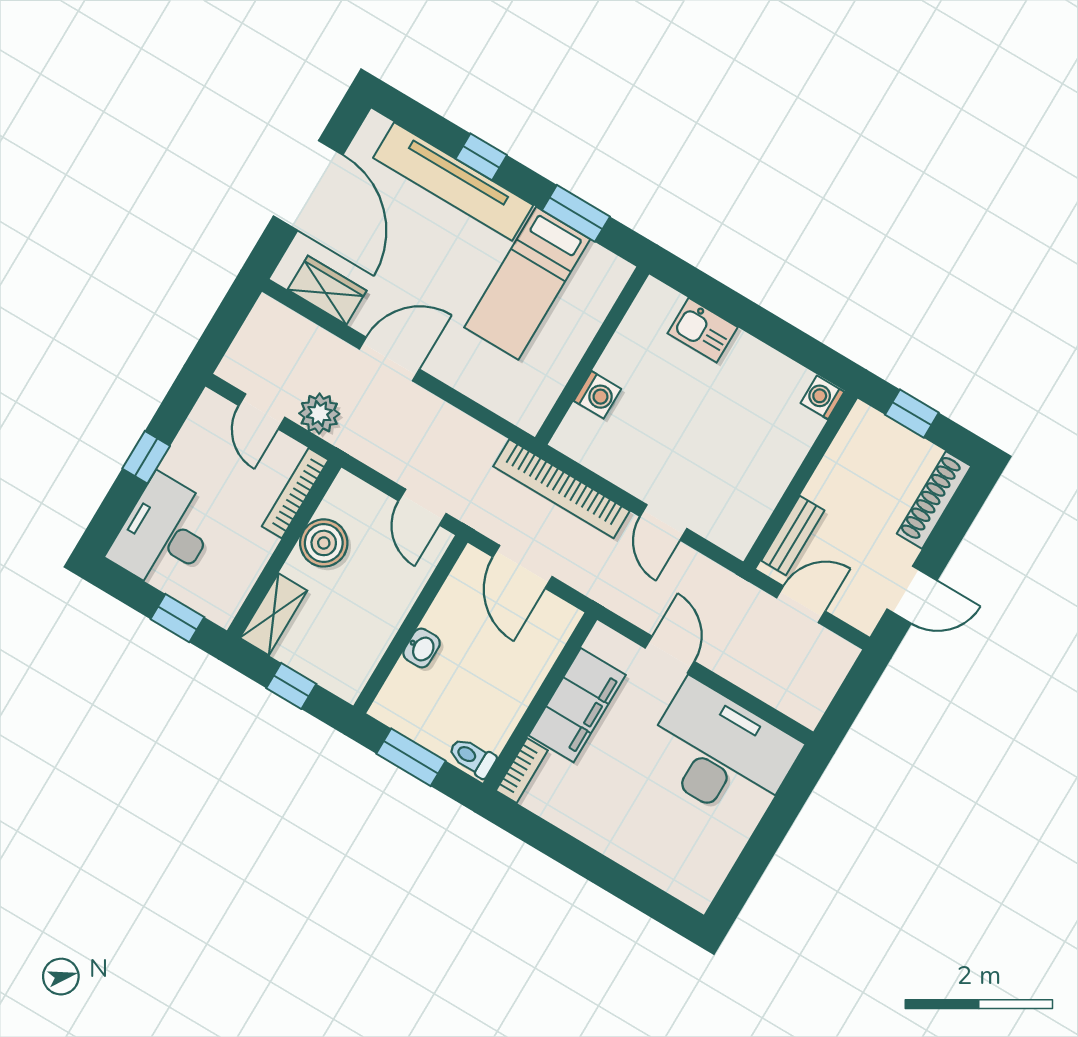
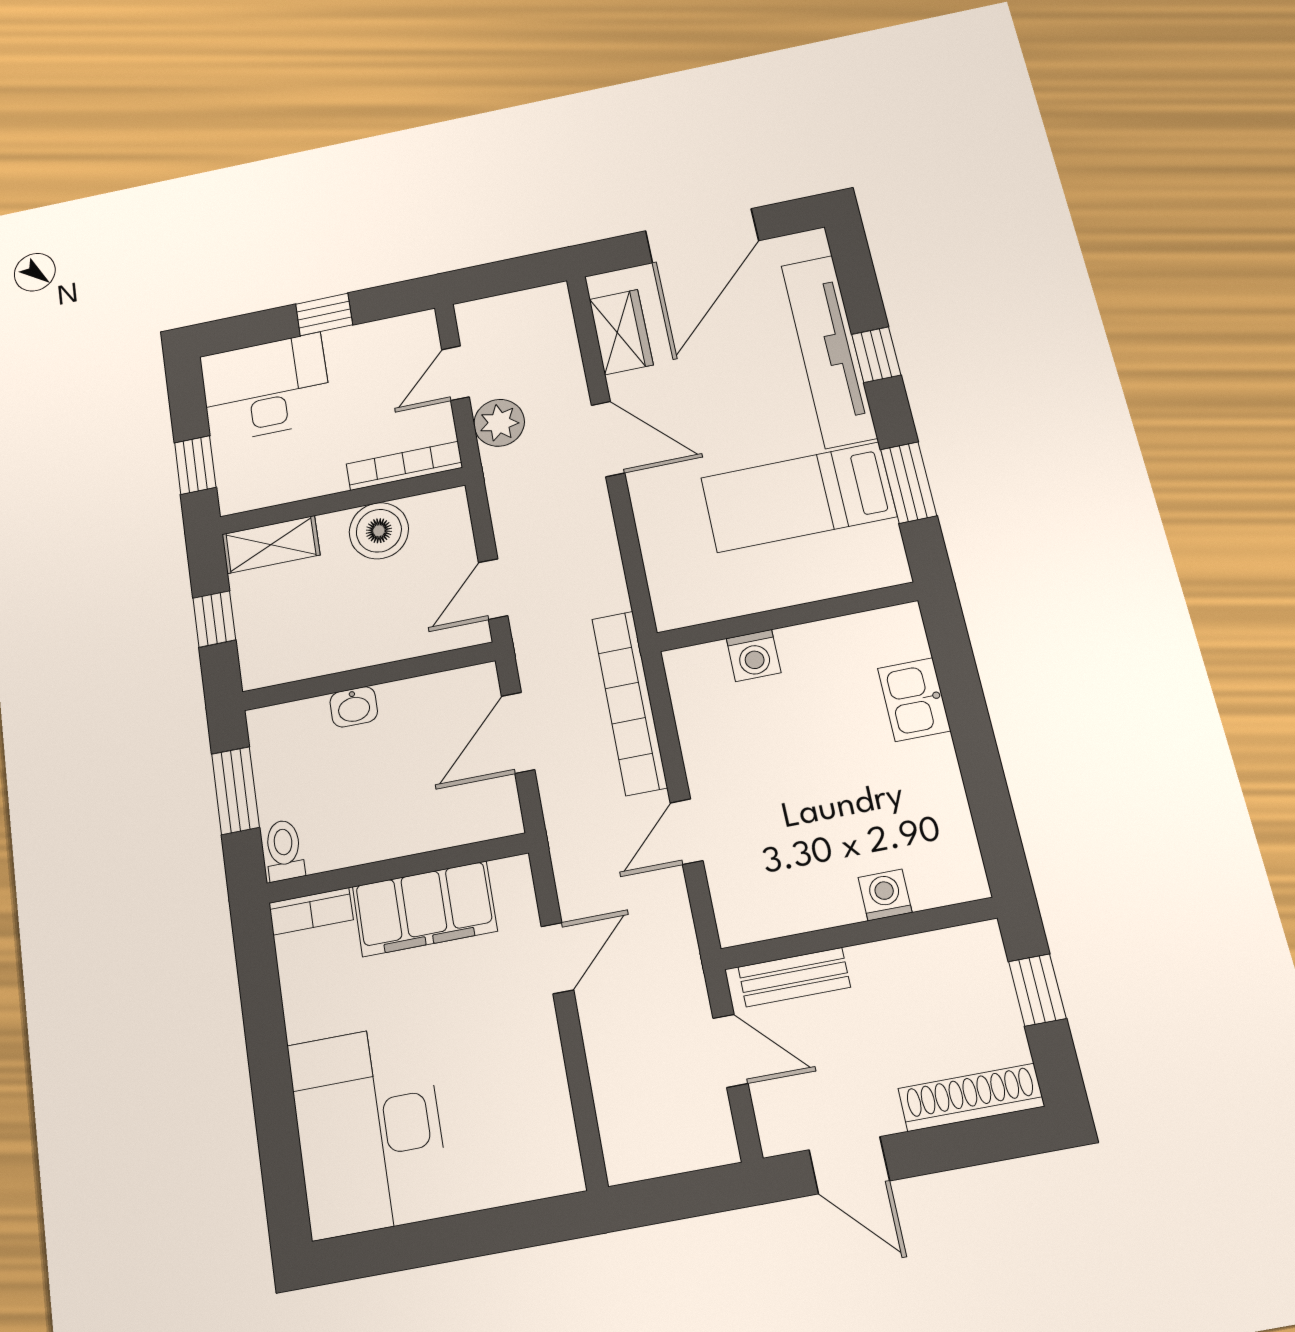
washing machine: (822, 397) -> (885, 895), moved
desk: (721, 753) -> (369, 1129), moved, turned 180

